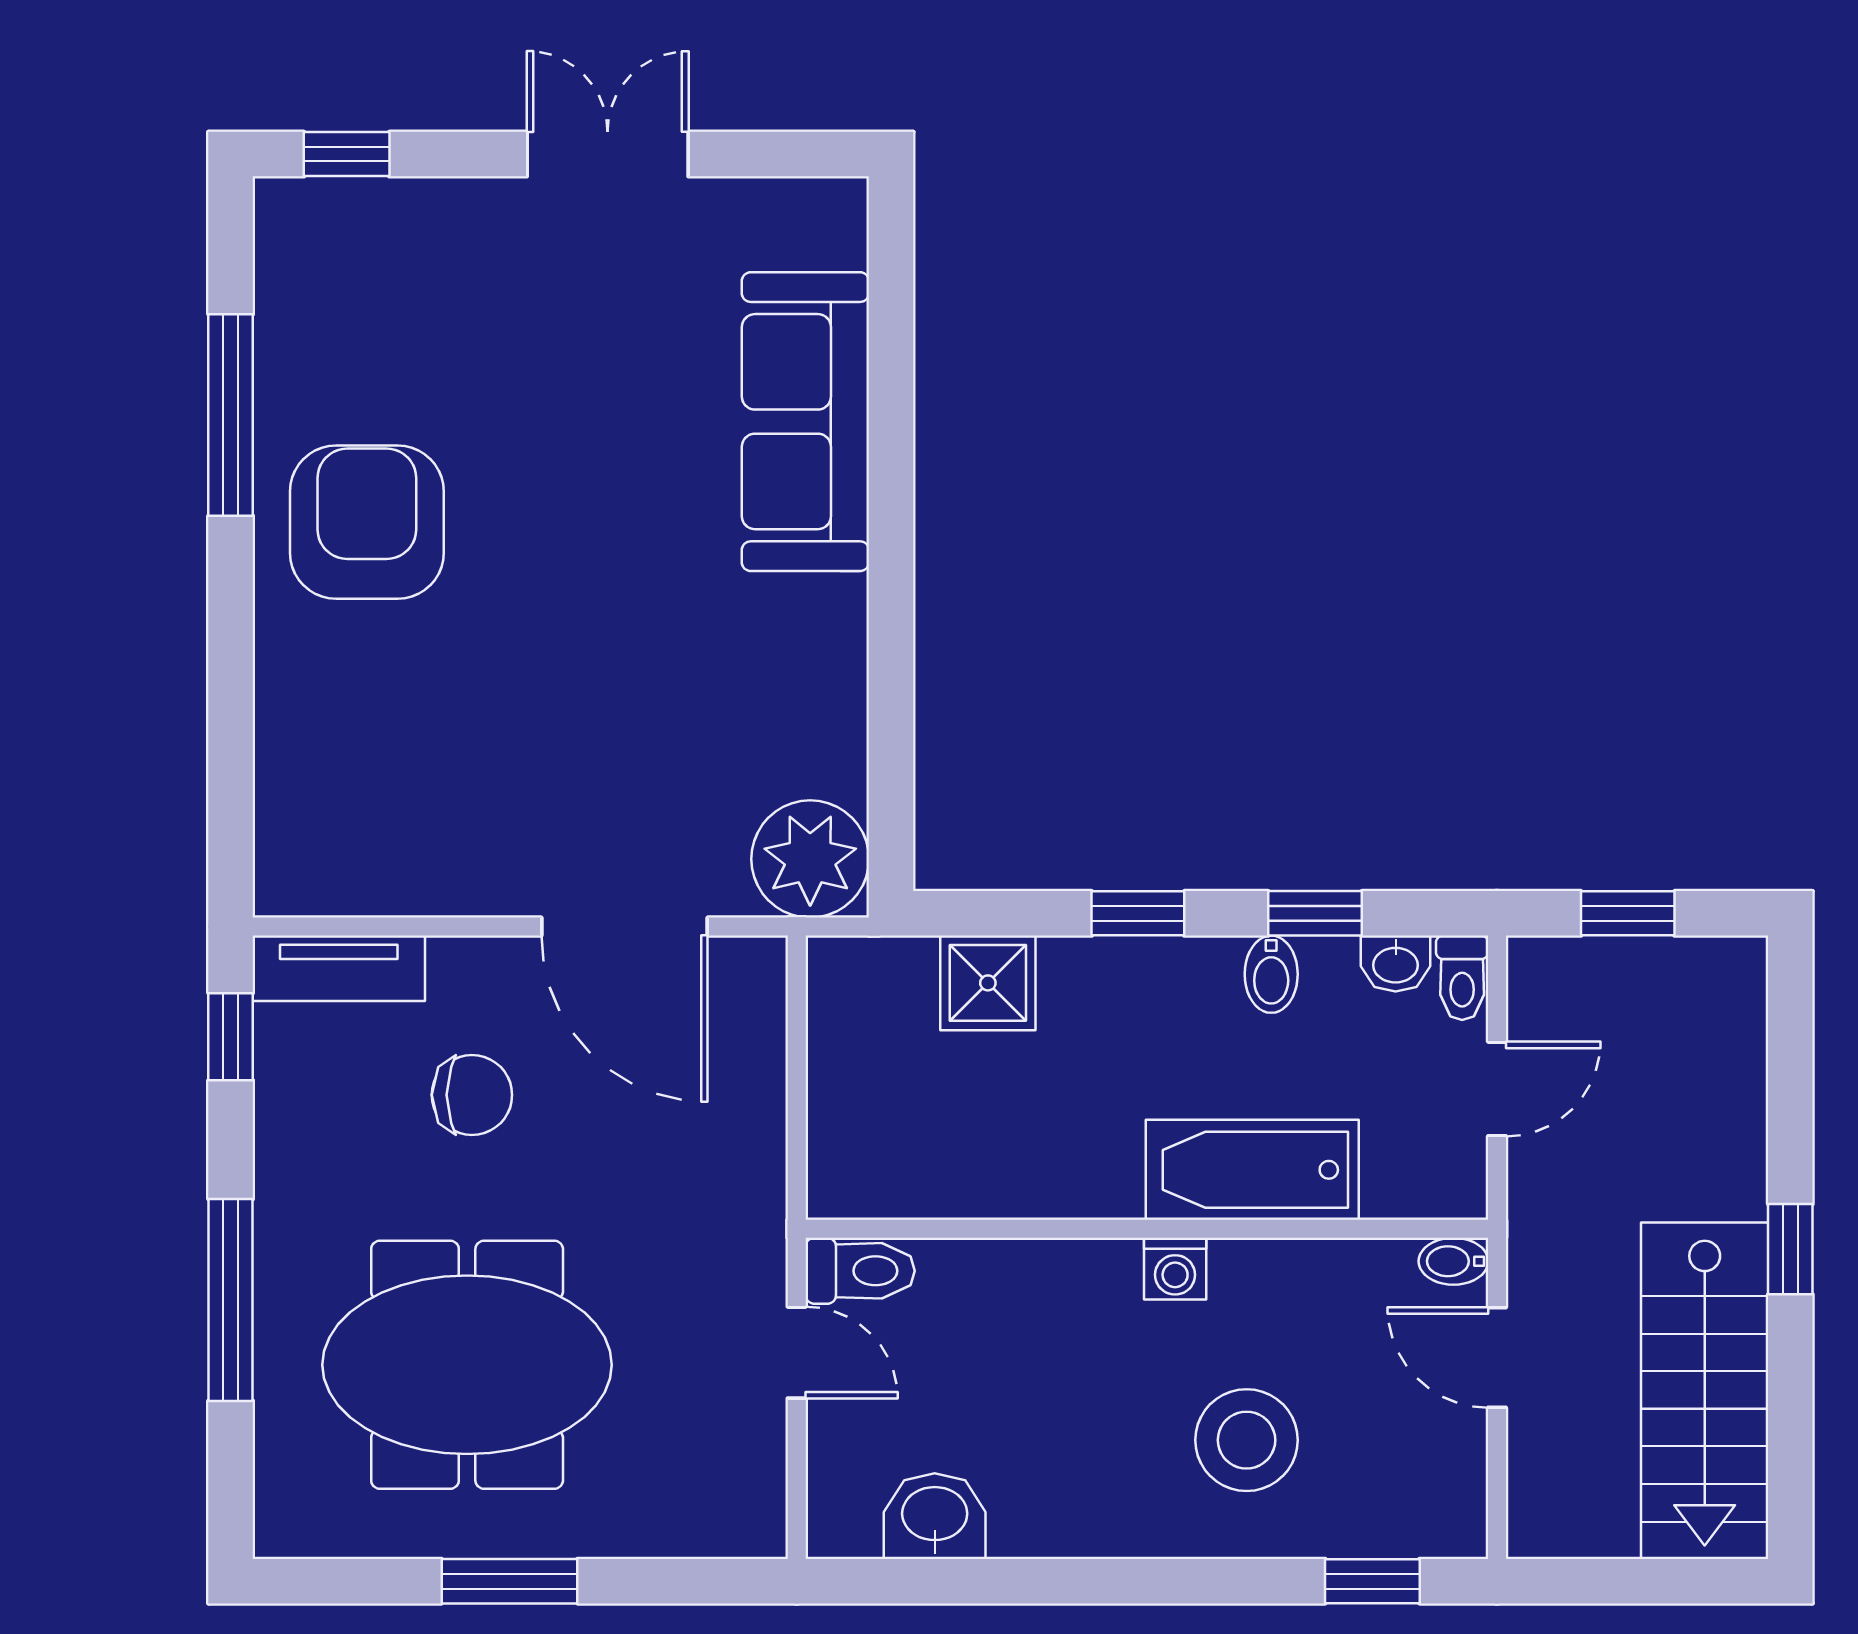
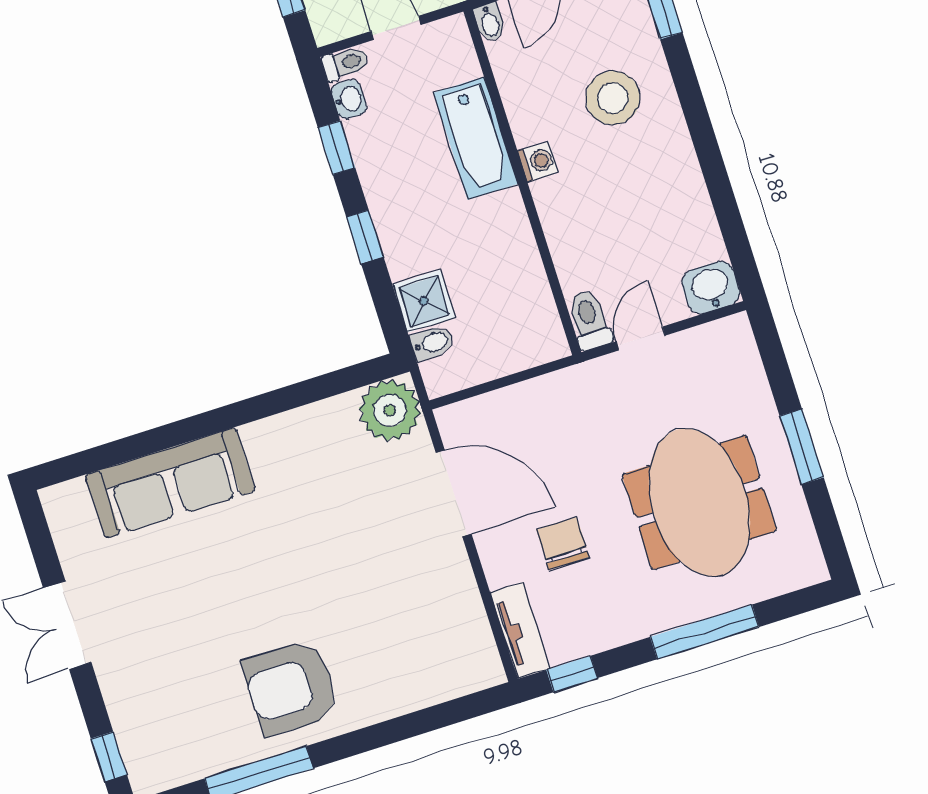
door: (624, 927) -> (454, 493), hinge flipped
bidet: (1271, 974) -> (432, 343), moved
washbasin: (935, 1516) -> (711, 288), moved, turned 90

